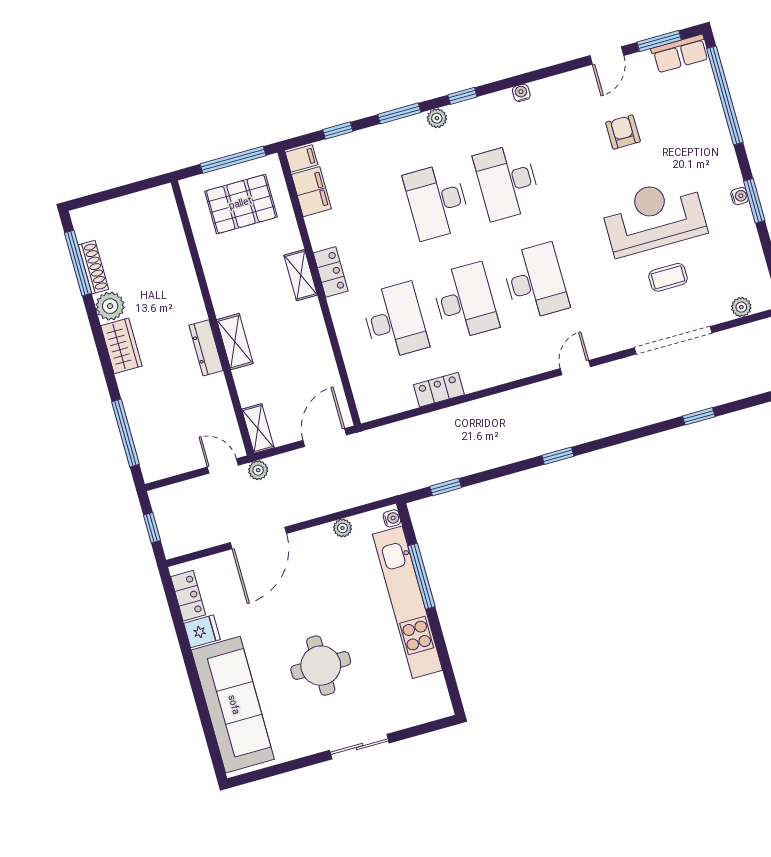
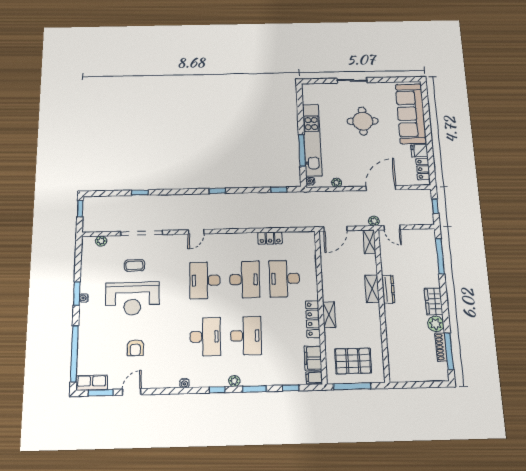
locker: (331, 272) -> (313, 319), width x1.53
desk: (465, 301) -> (245, 279), turned 180

